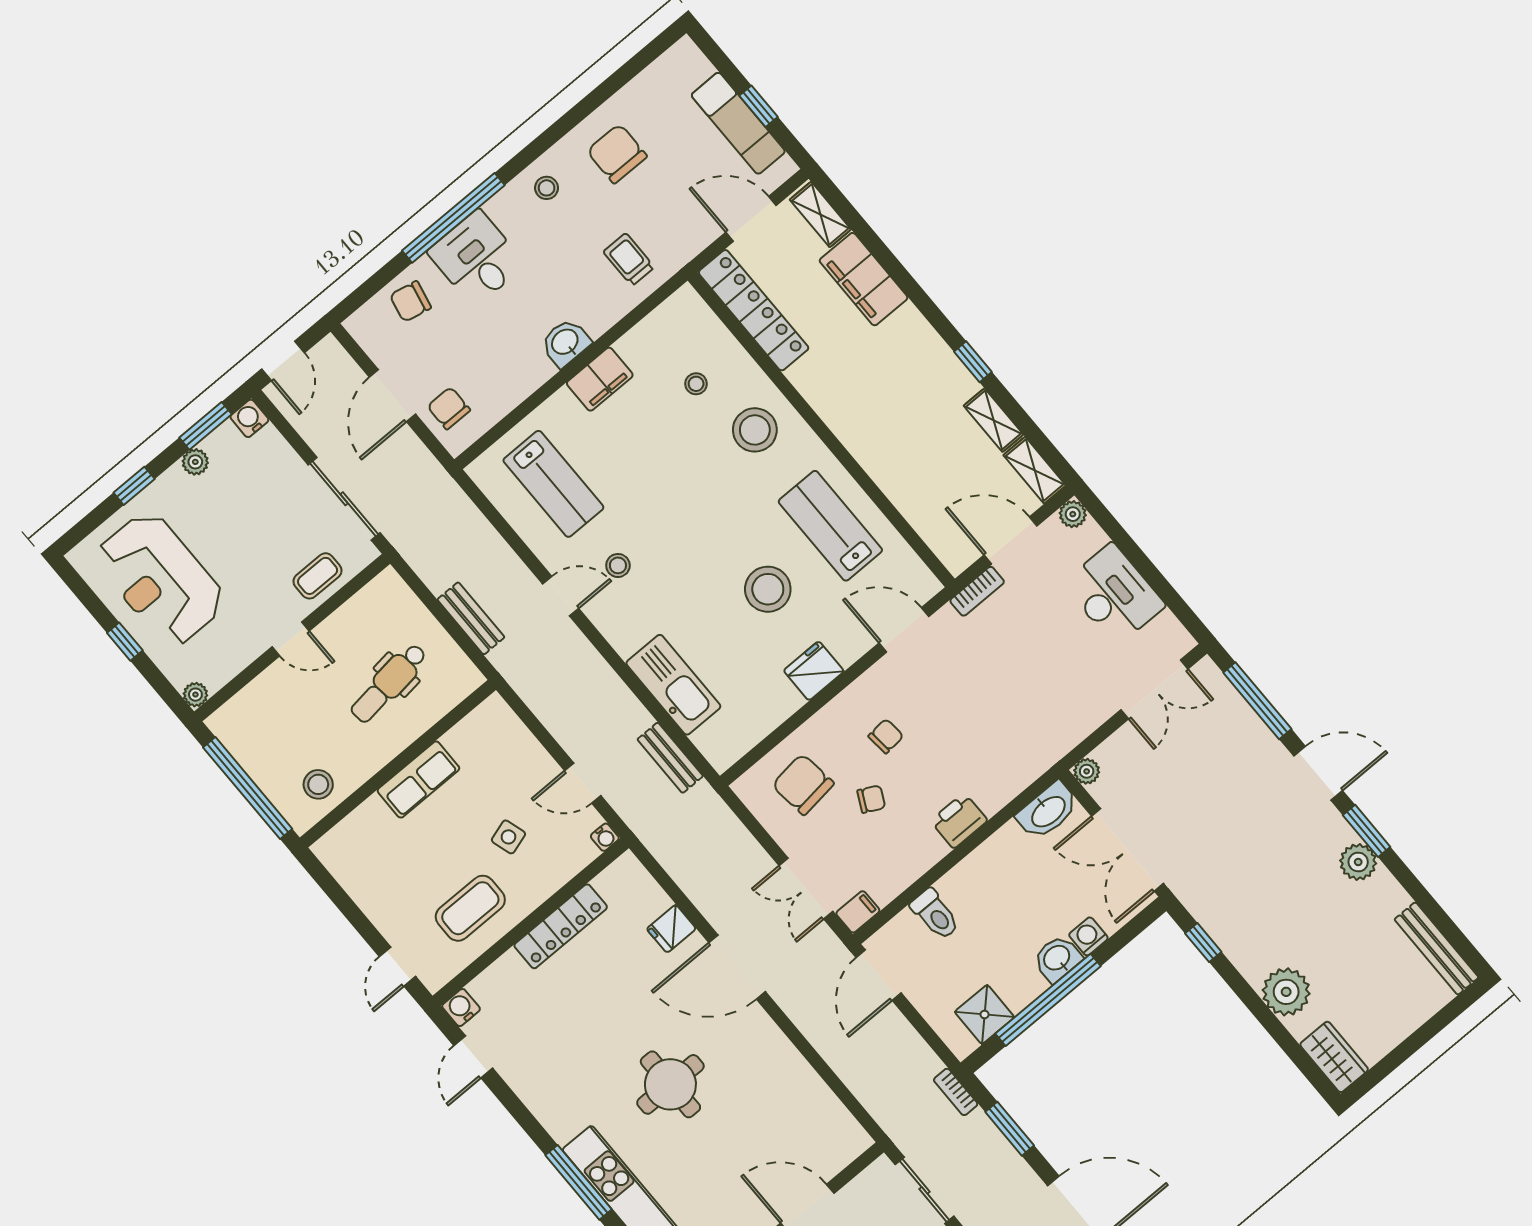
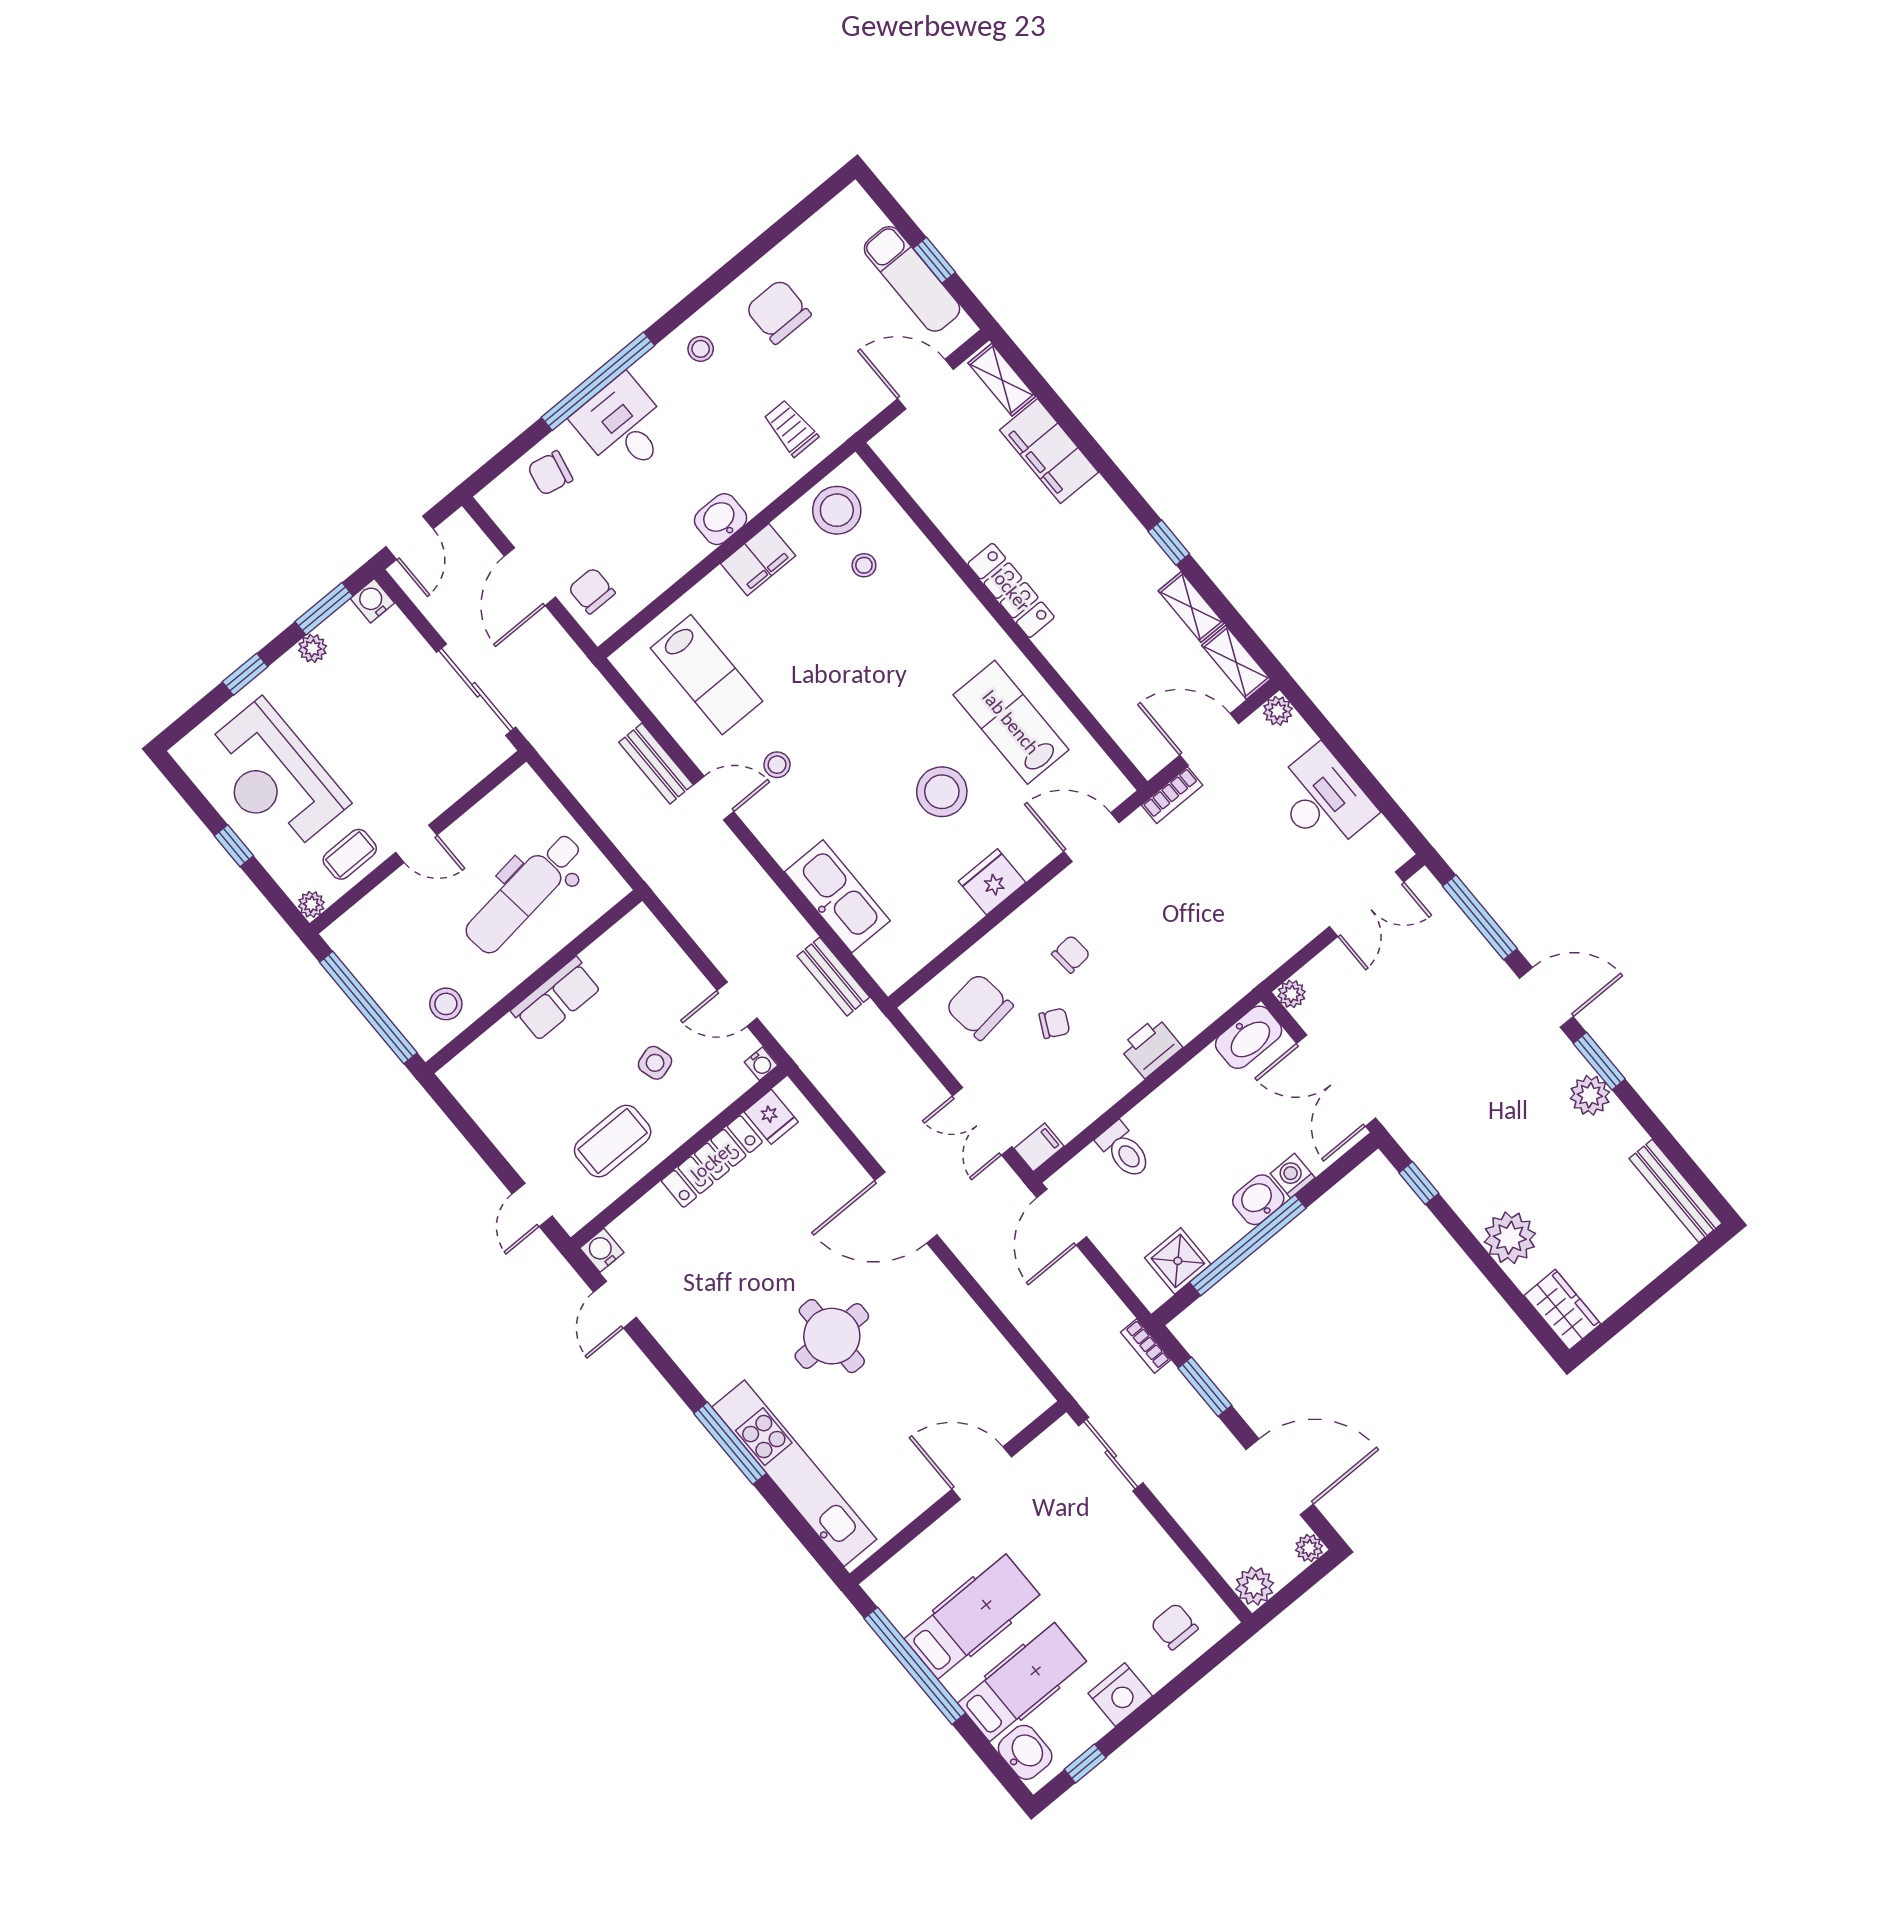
locker: (754, 310) -> (1011, 590), moved, width x0.71, depth x0.83
stool: (755, 430) -> (837, 510), moved
coffee table: (318, 576) -> (350, 854), moved
bench: (471, 618) -> (656, 763), moved
dental chair: (389, 683) -> (524, 893), width x1.36, depth x1.38
fridge: (671, 929) -> (771, 1117), moved, turned -90

